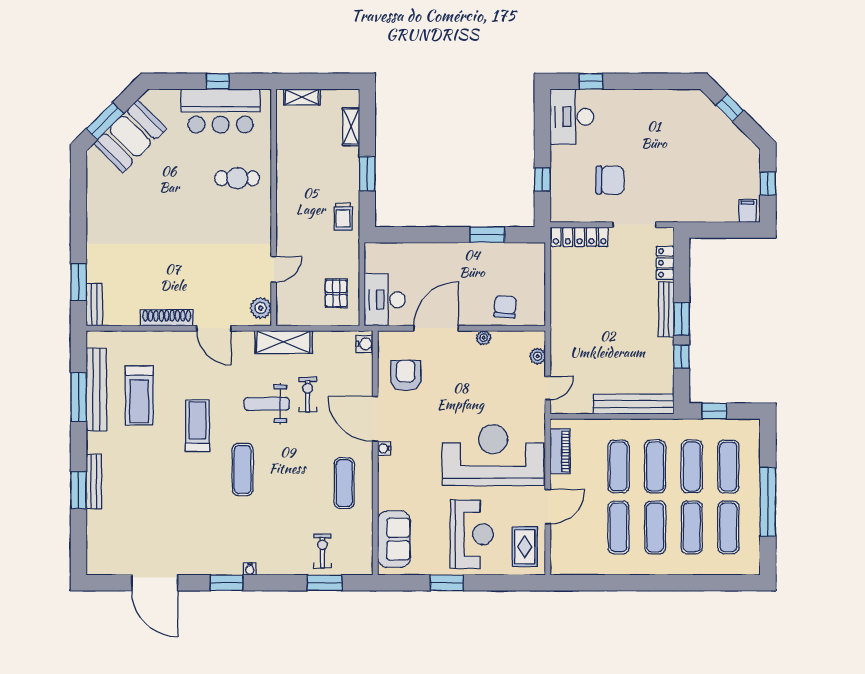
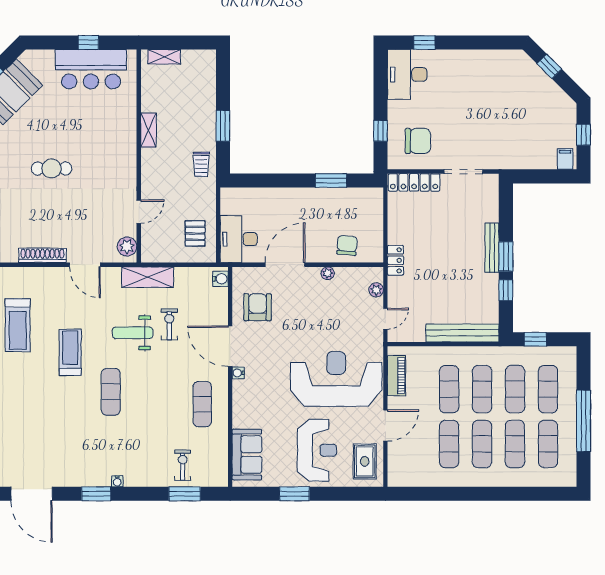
shelving: (351, 127) -> (148, 130), moved
cafe table: (237, 178) -> (52, 168), moved
chair: (610, 180) -> (418, 141), moved
locker: (665, 263) -> (395, 260), moved, turned 180

